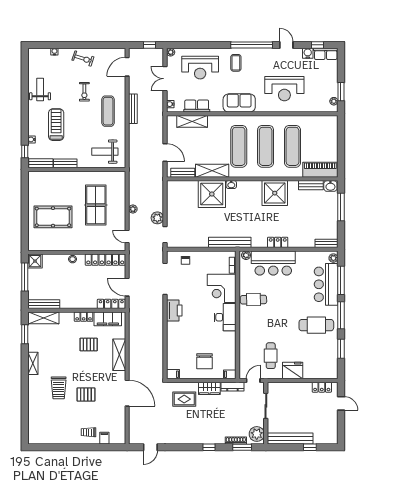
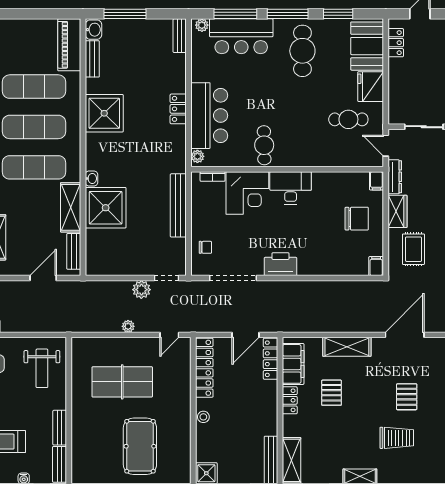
bench: (230, 242) -> (178, 205), moved
booth: (320, 368) -> (367, 46), added

